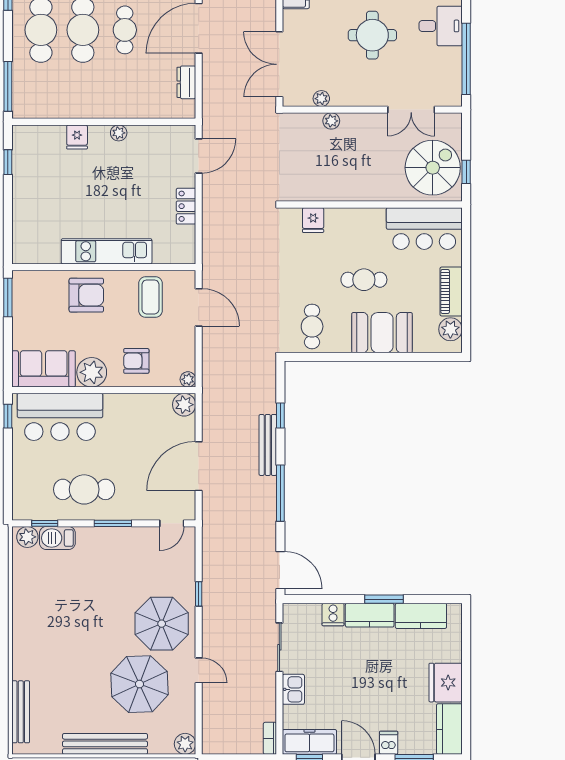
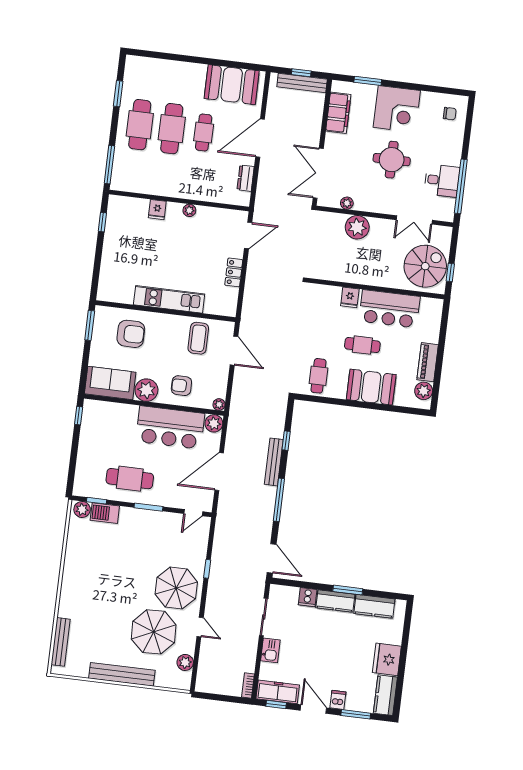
desk: (441, 26) -> (442, 181), moved
plant: (331, 121) -> (357, 227), width x1.88, depth x1.88
fridge: (313, 220) -> (350, 297), moved
bar counter: (424, 229) -> (390, 309), moved
armchair: (86, 295) -> (131, 334), moved
bar counter: (60, 417) -> (170, 427), moved
plant: (185, 744) -> (185, 662), moved

